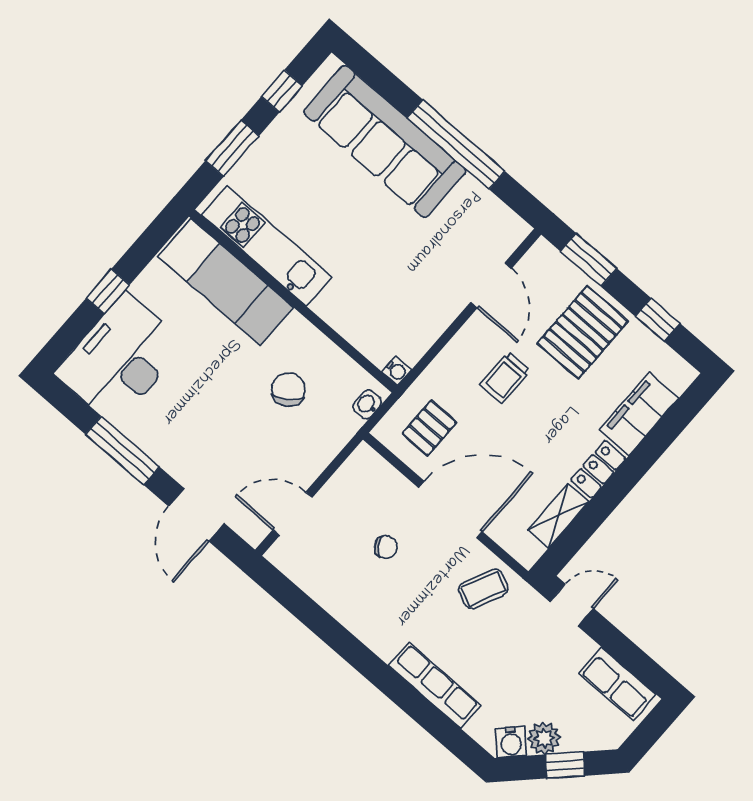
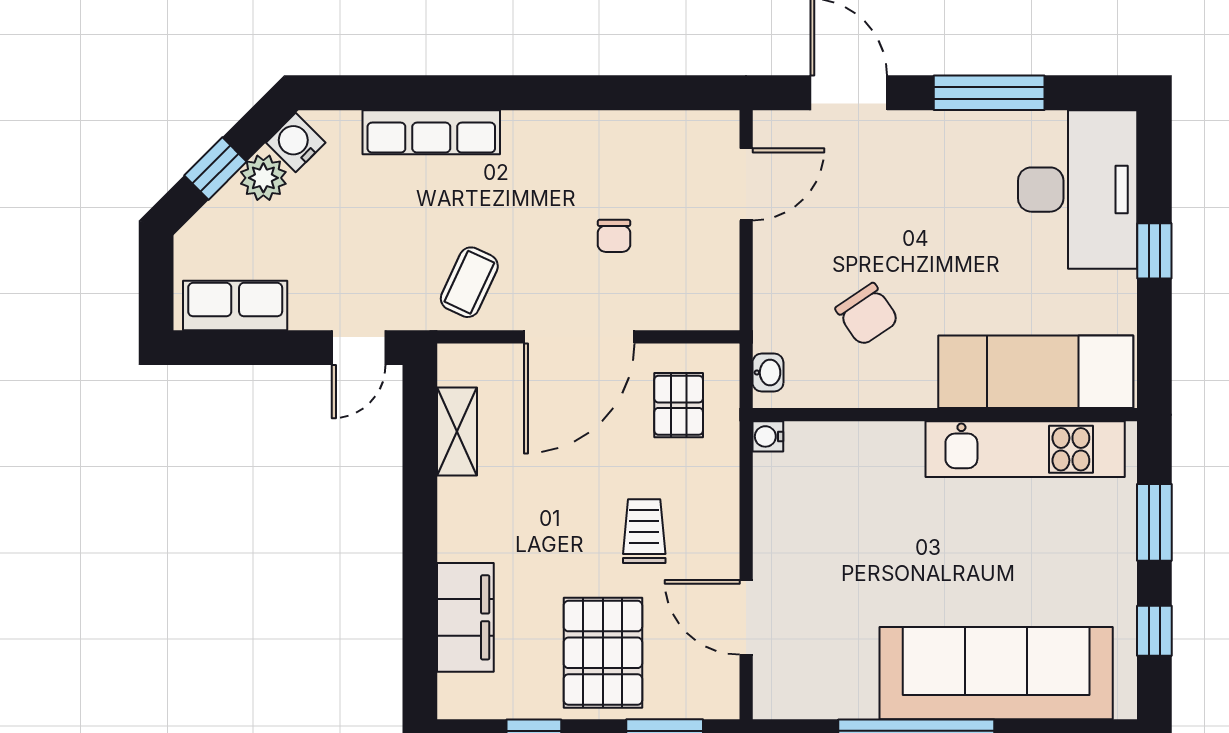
locker: (598, 469) -> (457, 519), removed
chair: (386, 547) -> (614, 236), turned -57

